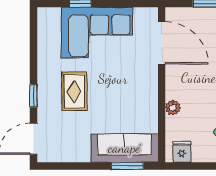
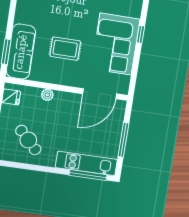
rug: (74, 91) -> (65, 49), moved

